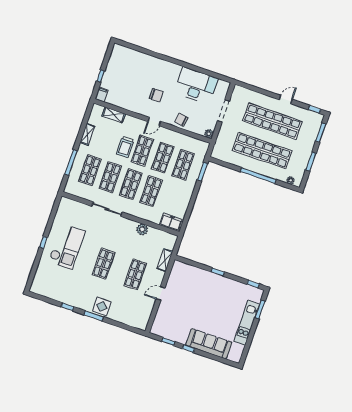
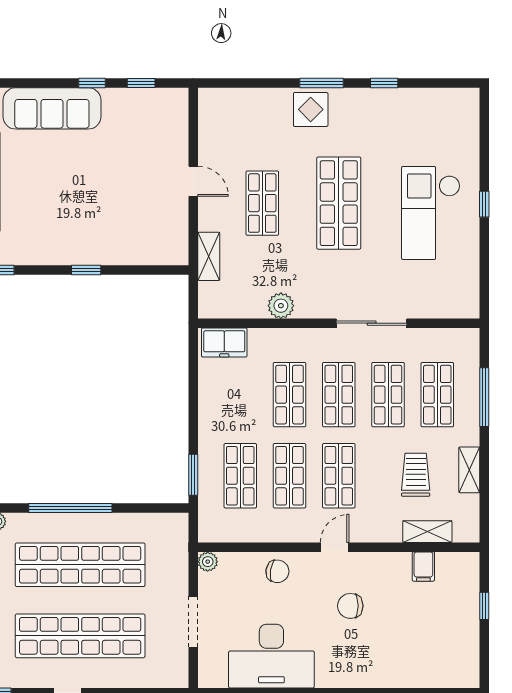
filing cabinet: (102, 94) -> (423, 567), moved
trolley: (125, 147) -> (416, 475), moved
shop shelf: (103, 264) -> (339, 203), width x1.43, depth x1.36
door: (161, 293) -> (193, 181), hinge flipped

